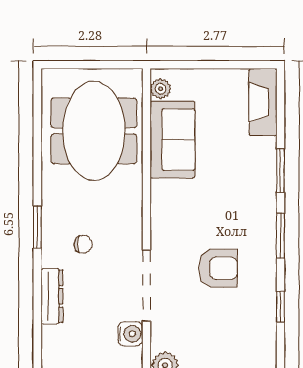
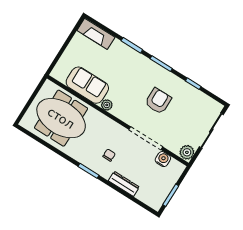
plant: (161, 89) -> (107, 105), moved

